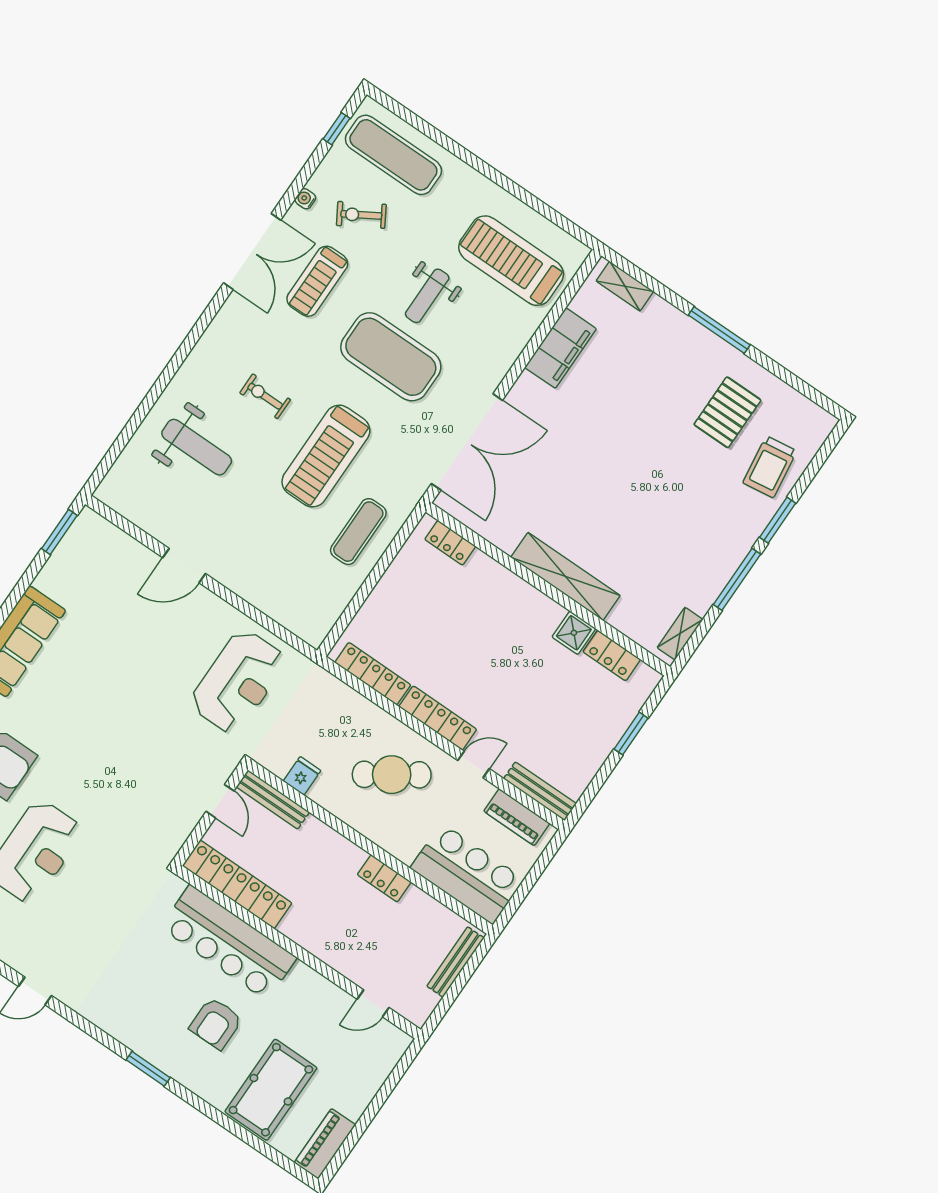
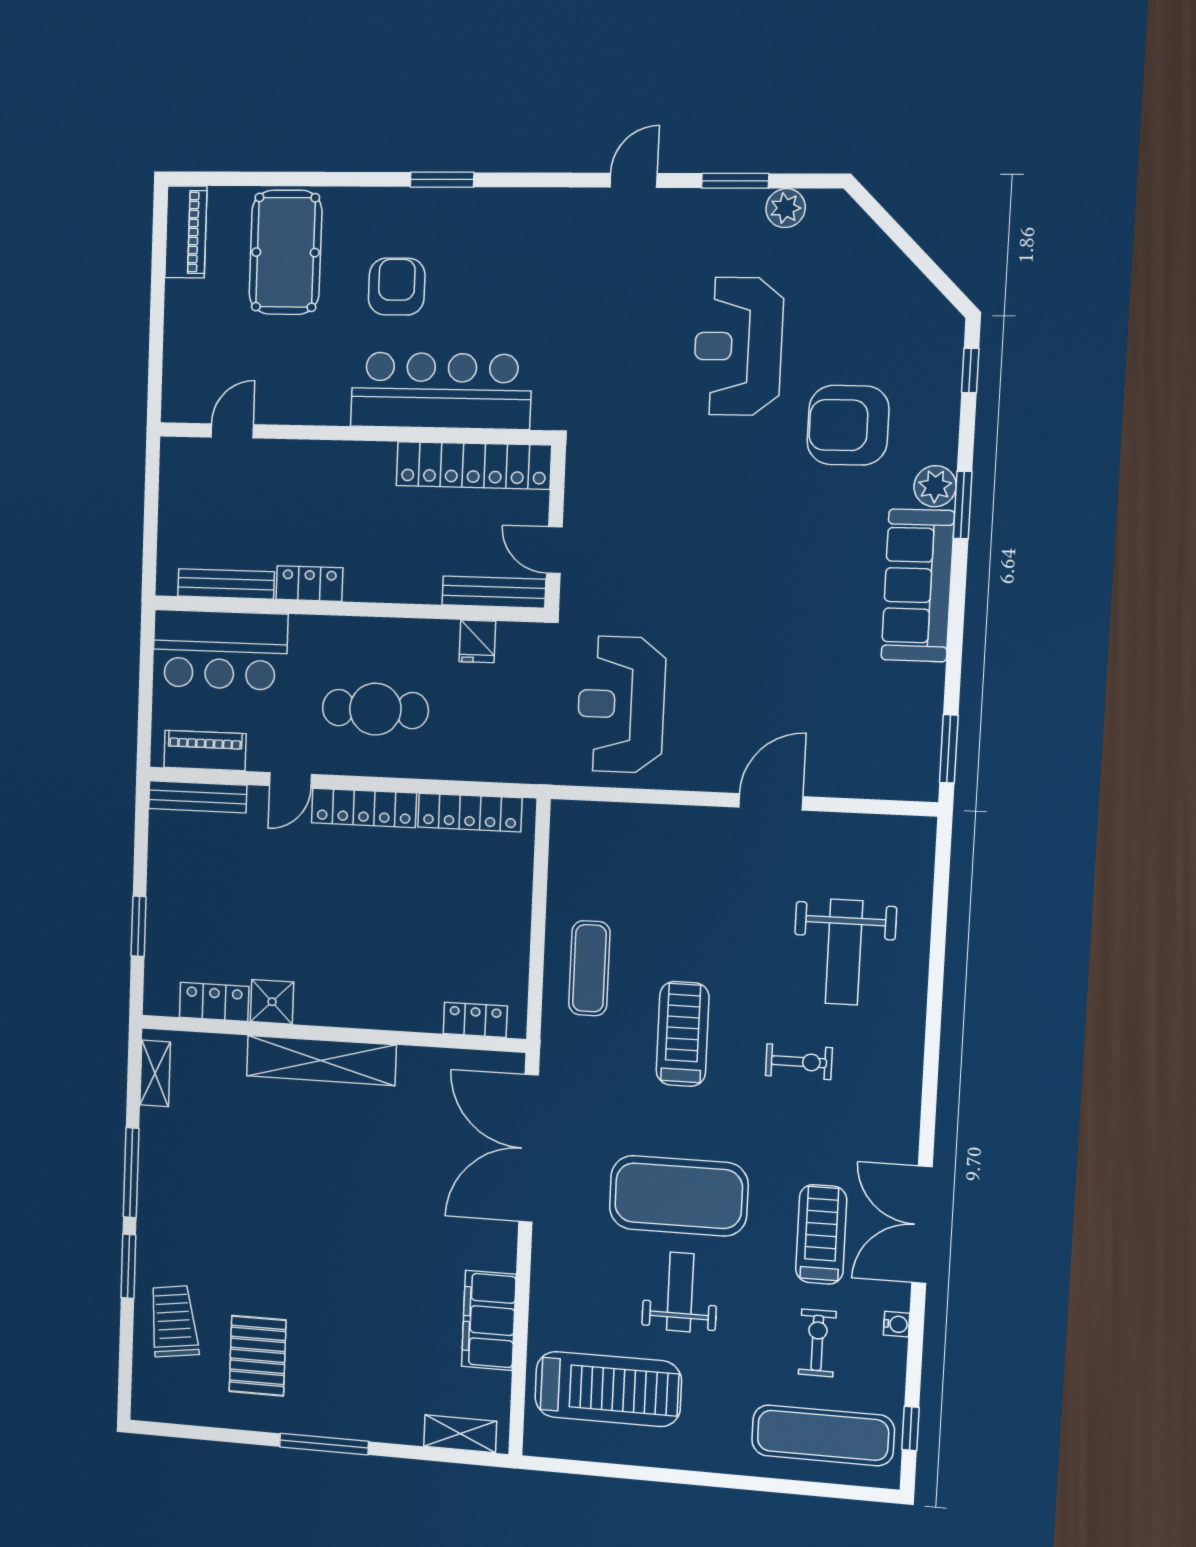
exercise bike: (361, 215) -> (817, 1343), turned -59
weight bench: (197, 447) -> (844, 952), turned -90
treadmill: (326, 456) -> (683, 1034), width x0.73, depth x0.73
cafe table: (392, 775) -> (375, 709), turned 34
bench: (455, 962) -> (226, 584), moved, turned 90

